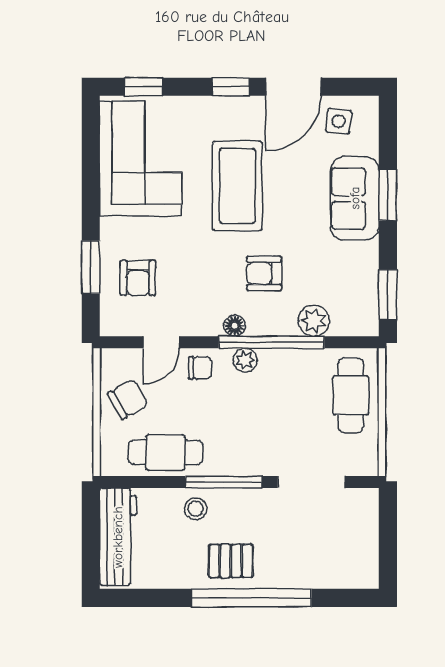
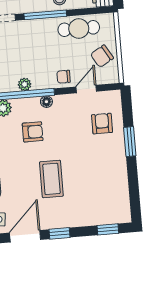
corner sofa: (141, 159) -> (106, 190), removed
coffee table: (237, 186) -> (51, 179), width x0.73, depth x0.76
window: (91, 267) -> (130, 142), moved
plant: (245, 360) -> (25, 84), moved

